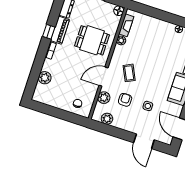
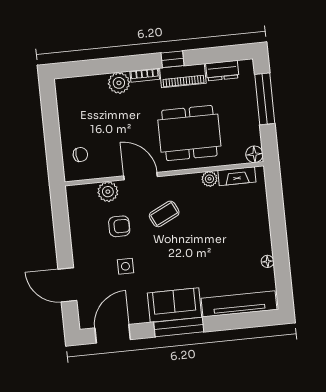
dining table: (92, 40) -> (189, 133), width x1.38
plant: (45, 78) -> (119, 83), moved
plant: (107, 119) -> (77, 211), removed
door: (144, 141) -> (67, 285), hinge flipped

